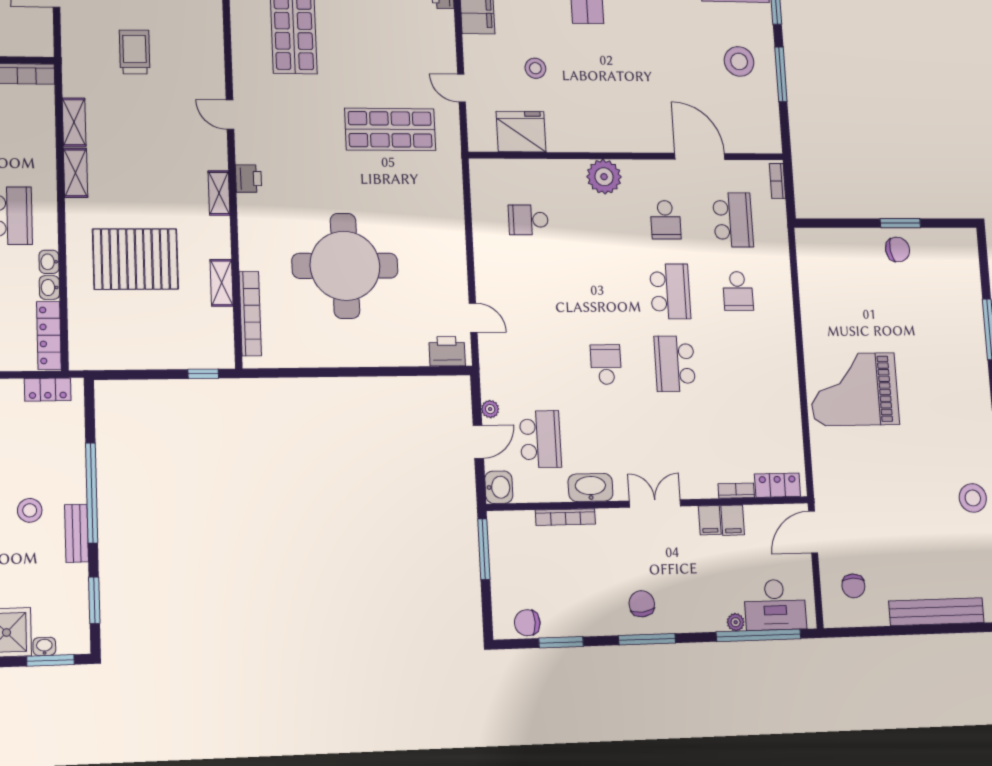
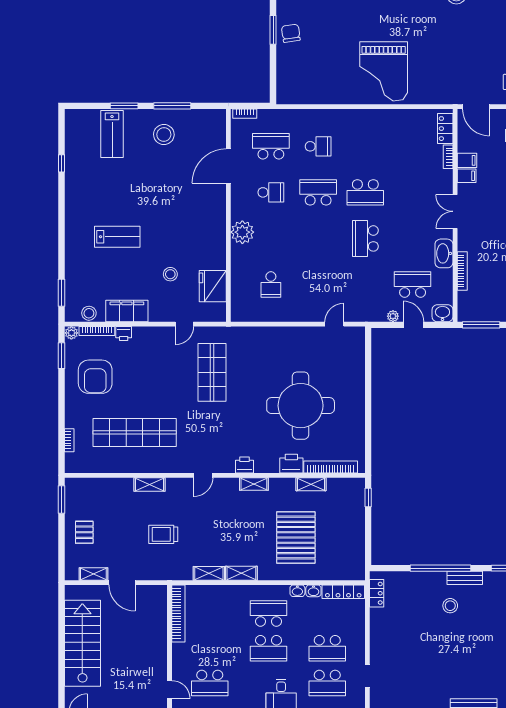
shelving: (213, 32) -> (150, 484), added
printer: (447, 351) -> (291, 464), moved, turned 90
school desk: (606, 364) -> (365, 238), width x1.85

